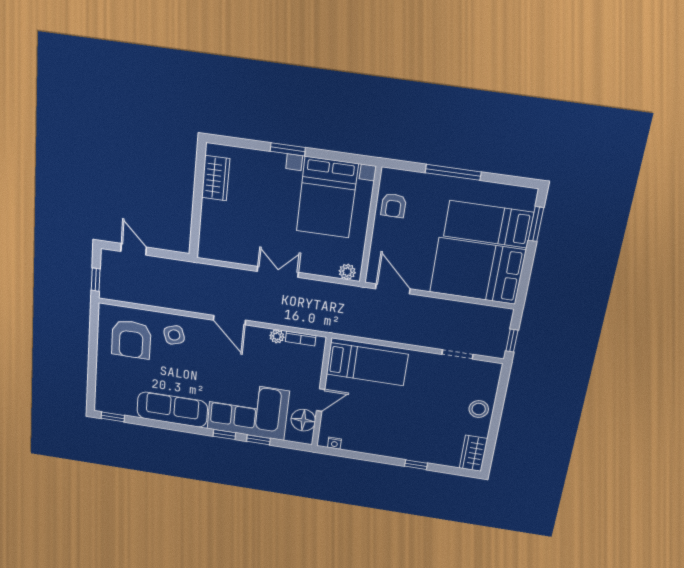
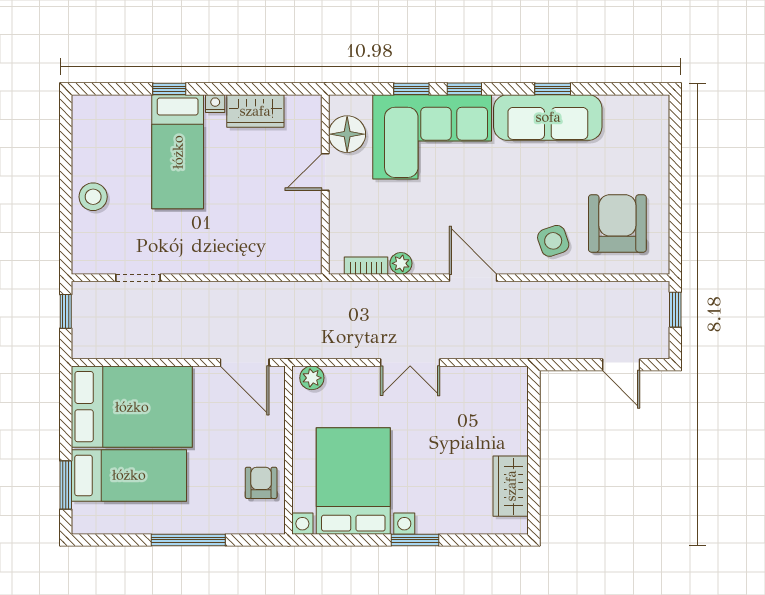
bed: (367, 364) -> (178, 152), moved, turned -90
window: (113, 417) -> (553, 89), moved
nightstand: (334, 443) -> (215, 104), moved
wardrobe: (473, 453) -> (255, 111), moved, turned 90

